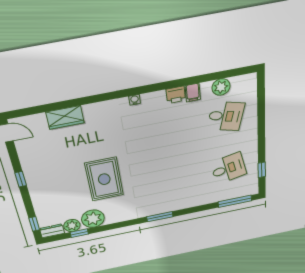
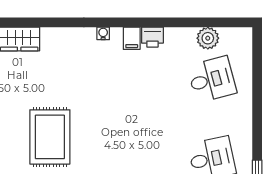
filing cabinet: (193, 92) -> (132, 38), moved
desk: (226, 116) -> (212, 79), turned -30

